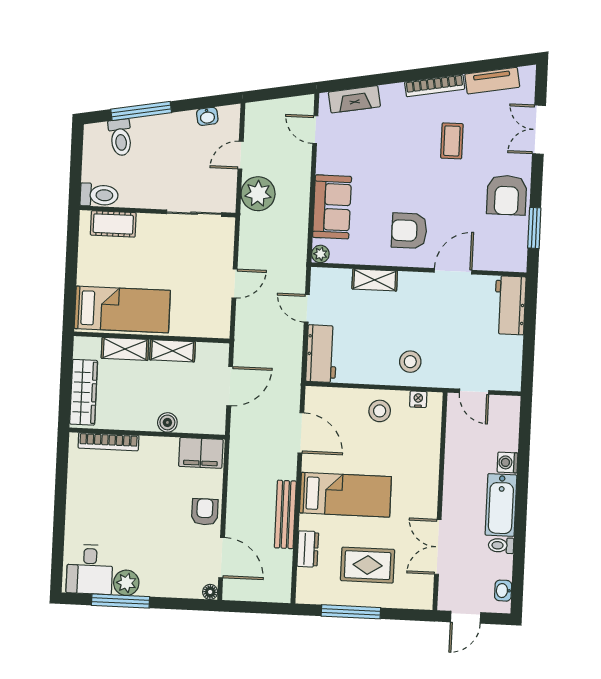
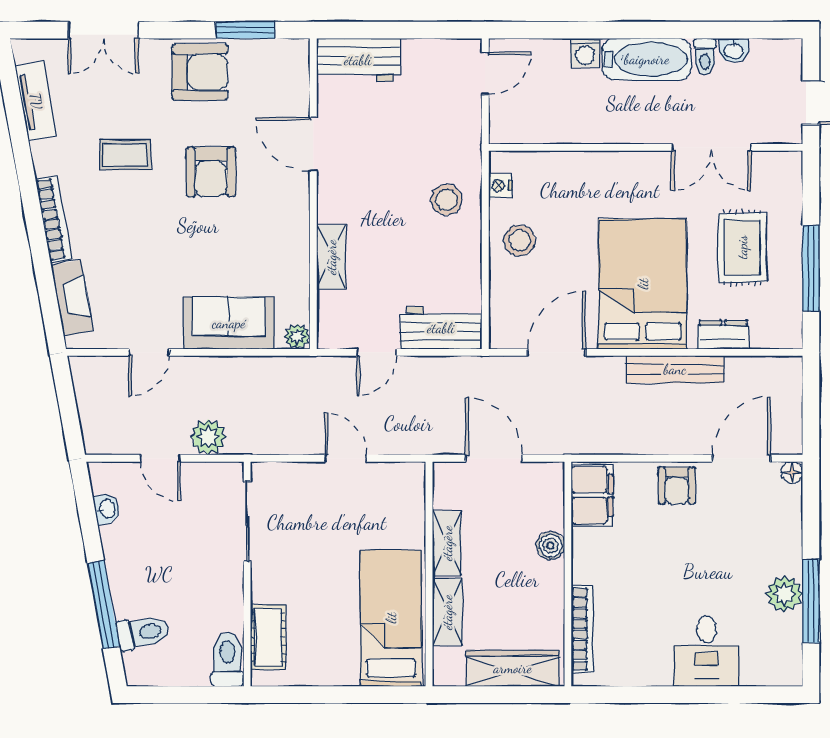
bookcase: (435, 86) -> (53, 219), moved
door: (315, 130) -> (149, 352), moved
plant: (258, 194) -> (208, 437), width x0.73, depth x0.73
armchair: (409, 231) -> (211, 172), moved
door: (474, 392) -> (485, 73), moved
bed: (345, 495) -> (643, 284), width x1.50
armchair: (205, 512) -> (677, 486), turned -90
desk: (90, 569) -> (706, 651), moved, turned 90
washbasin: (503, 591) -> (734, 50), moved

